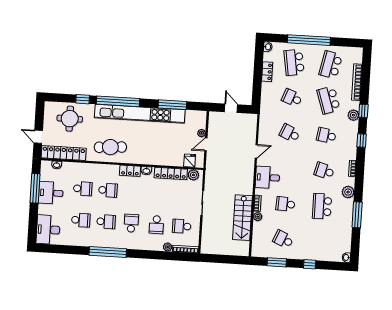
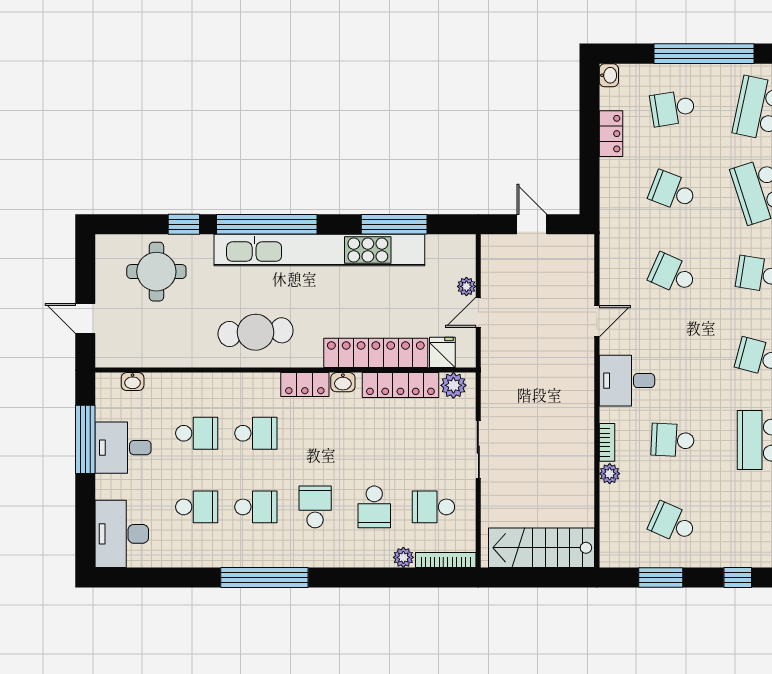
school desk: (294, 62) -> (673, 108), width x0.54
locker: (64, 153) -> (376, 353), moved
stairs: (243, 218) -> (542, 548), moved, turned 90

